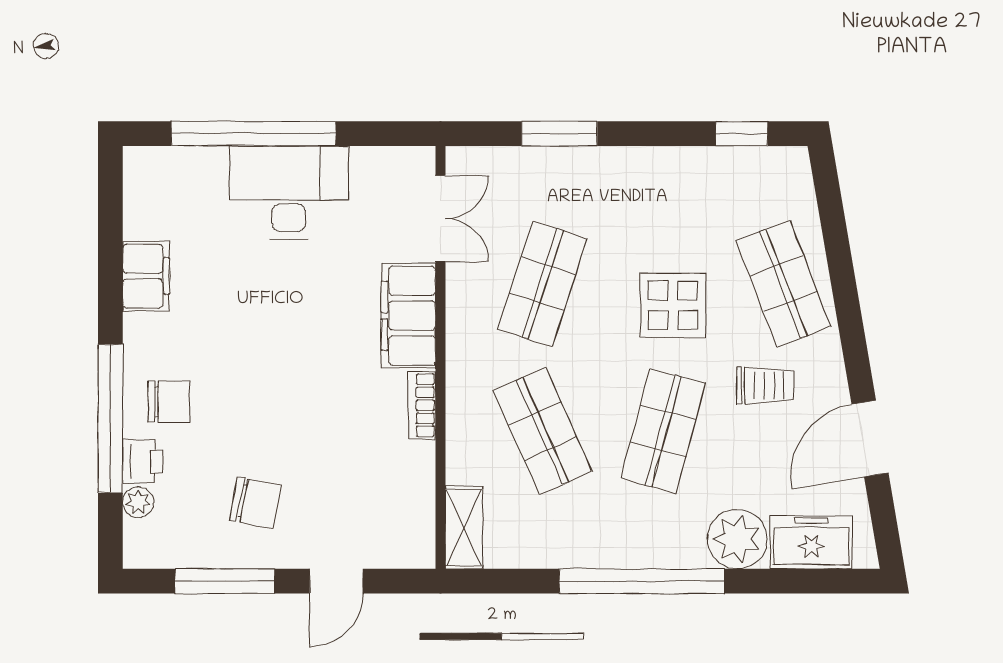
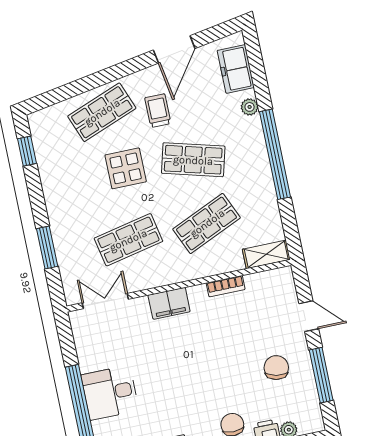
desk: (289, 192) -> (110, 393), width x0.73
shop shelf: (543, 284) -> (128, 240), turned -30
filing cabinet: (408, 316) -> (169, 303), width x0.67, depth x0.86
bookcase: (422, 405) -> (226, 286), moved
door: (870, 438) -> (174, 49), hinge flipped
plant: (737, 539) -> (250, 107), width x0.53, depth x0.53

